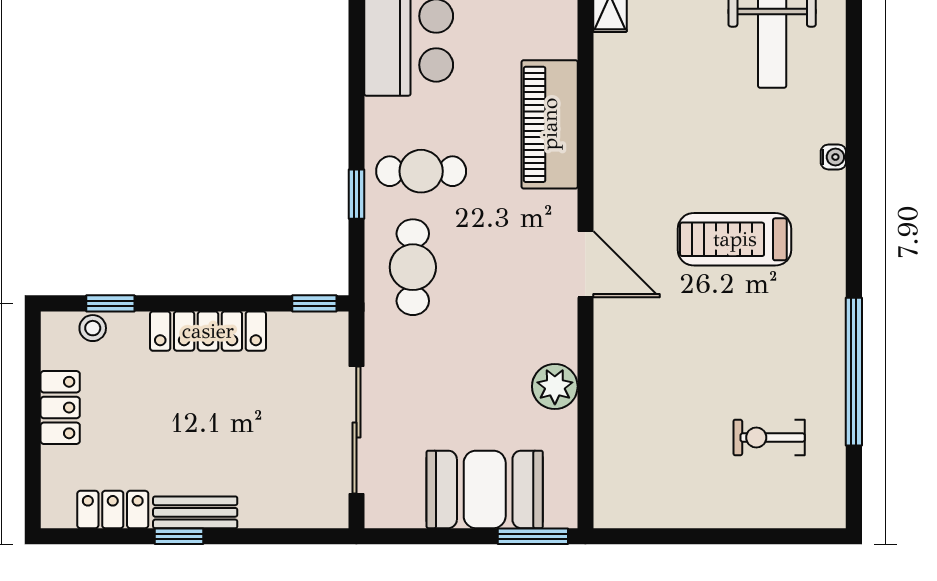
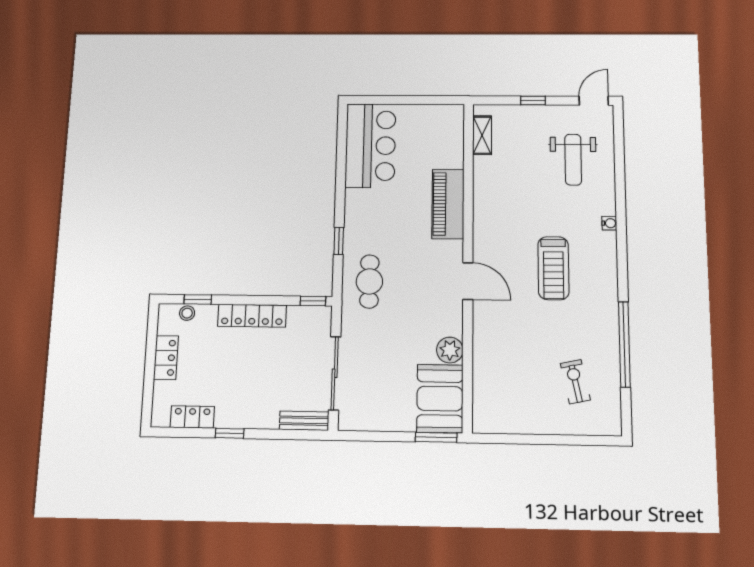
cafe table: (421, 171) -> (375, 229), removed
treadmill: (735, 239) -> (553, 268), turned -90
exercise bike: (769, 437) -> (575, 382), turned 78
booth: (485, 489) -> (440, 399), moved, turned 90
bench: (195, 512) -> (304, 421), moved

